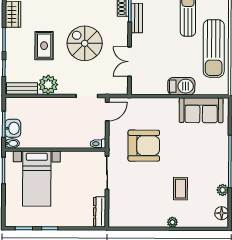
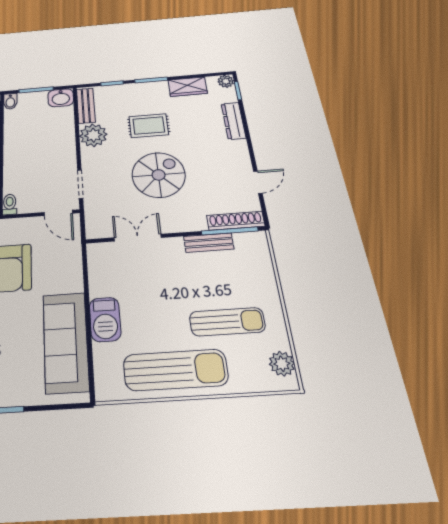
sun lounger: (214, 48) -> (175, 370), turned 180
sofa: (201, 110) -> (66, 342), width x1.36
washbasin: (13, 128) -> (61, 98), moved

